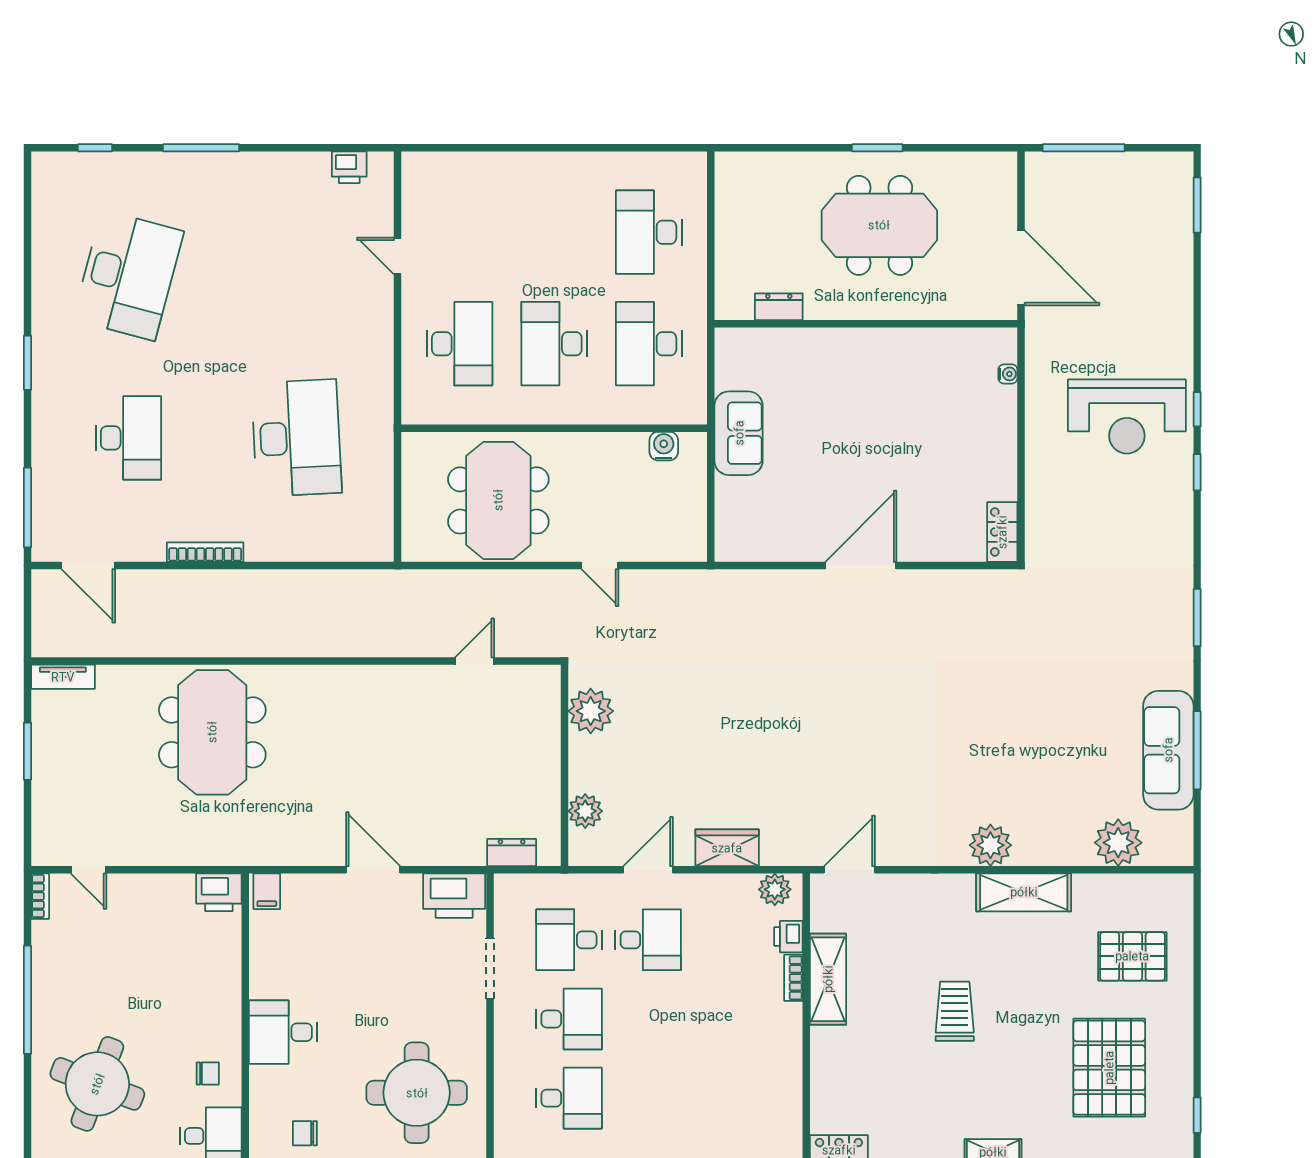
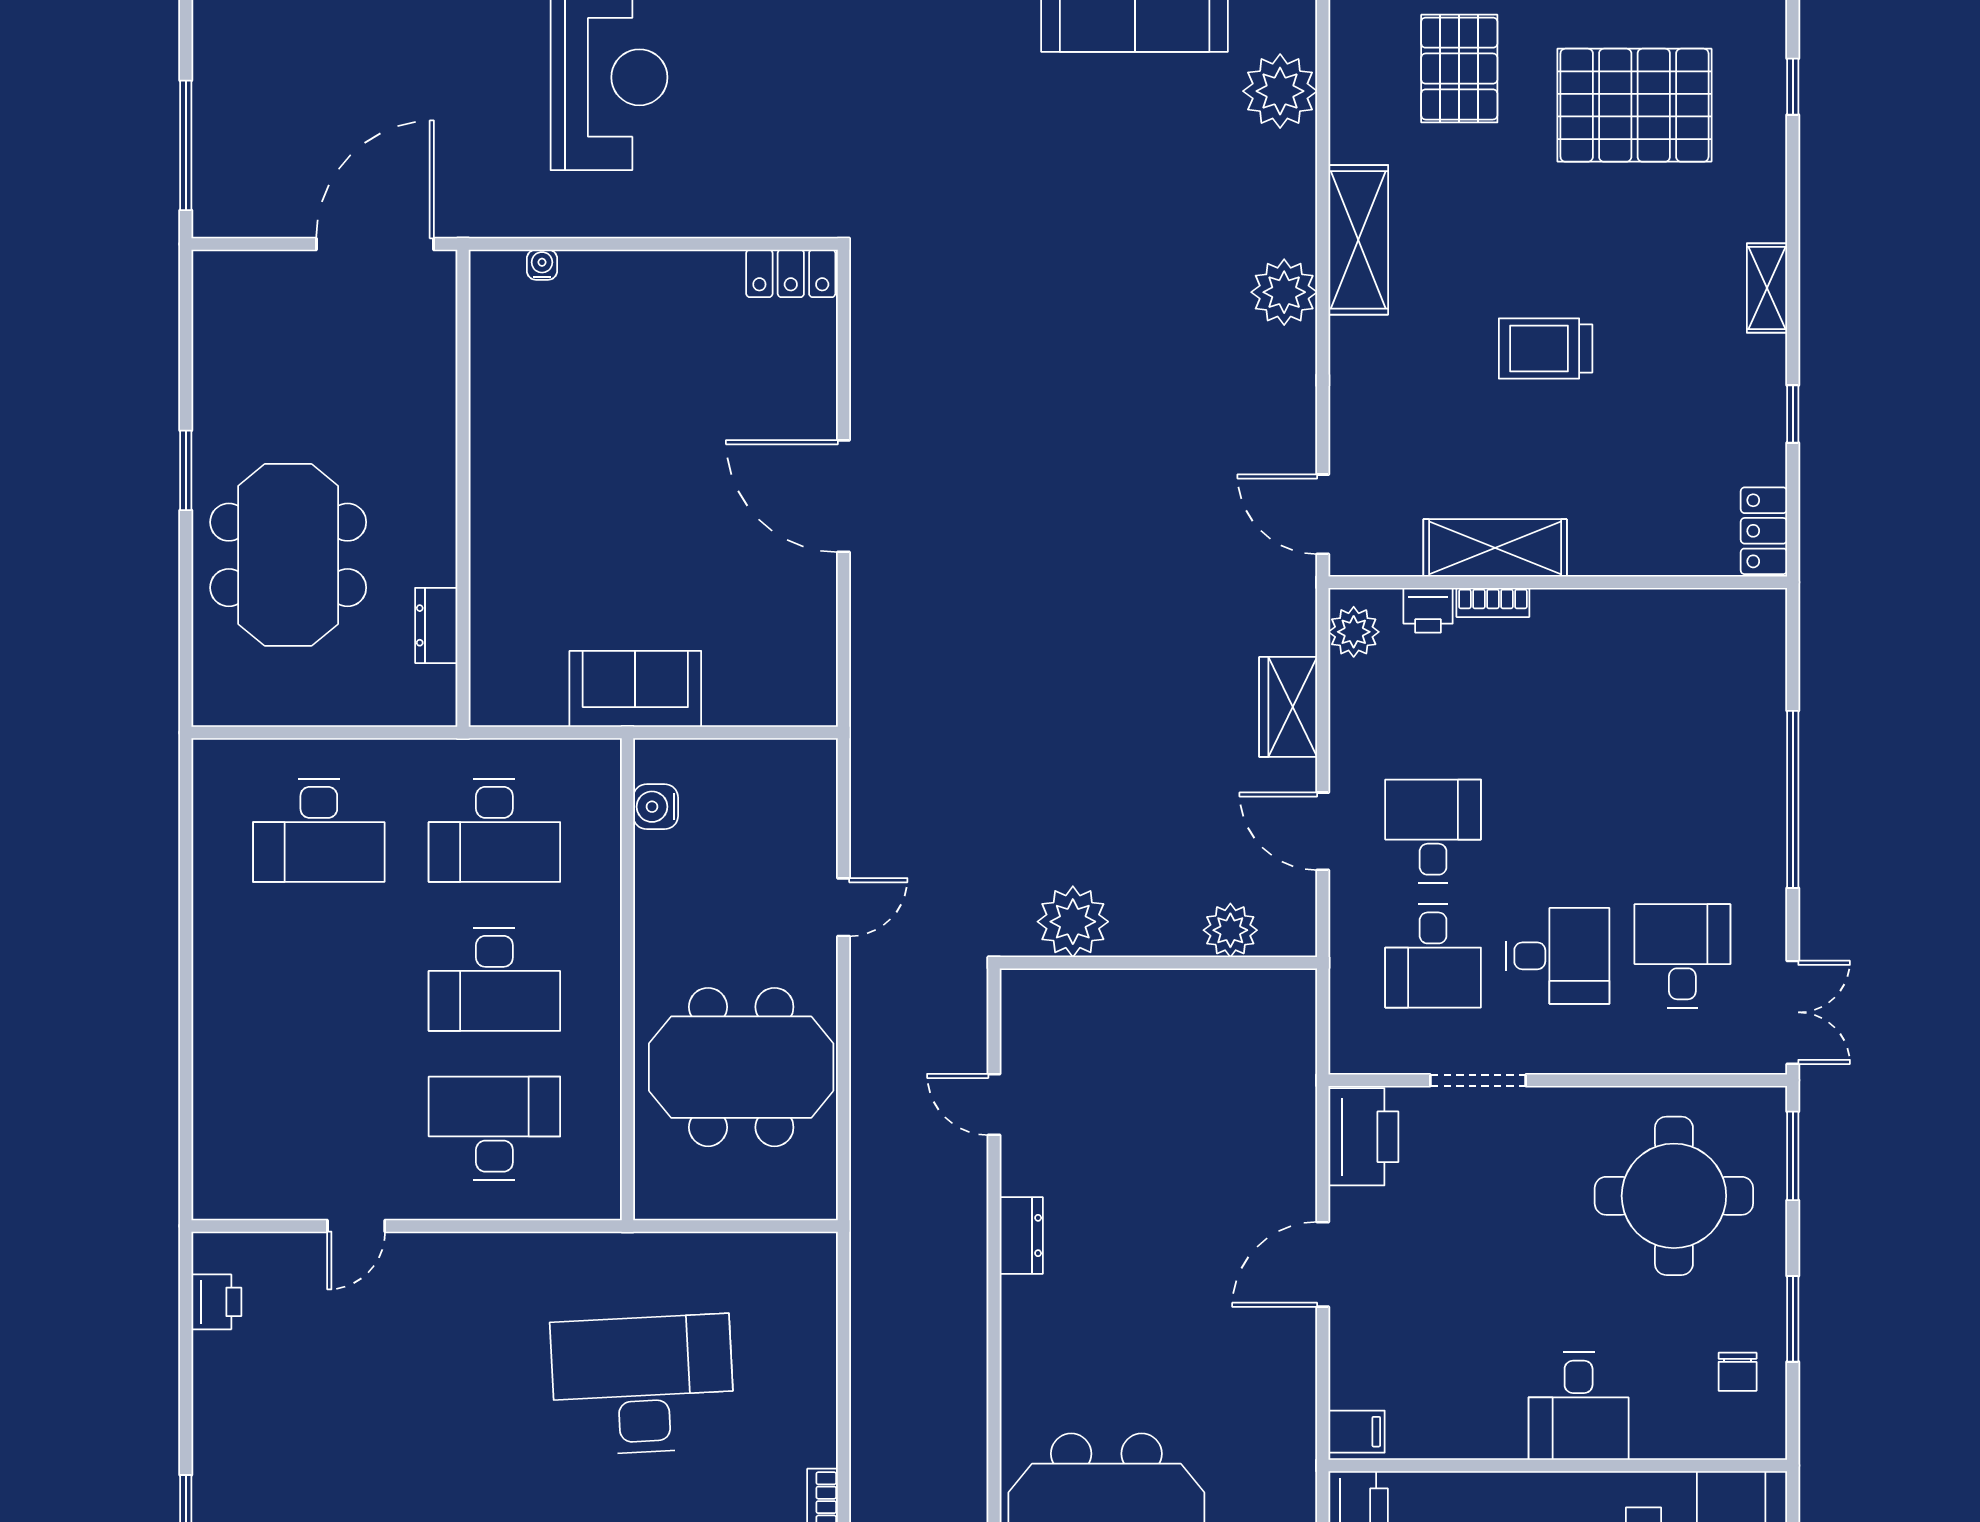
meeting table: (879, 225) -> (288, 555), moved
dresser: (512, 852) -> (1021, 1236), moved, turned 180
desk: (569, 1019) -> (1558, 956), turned 90

